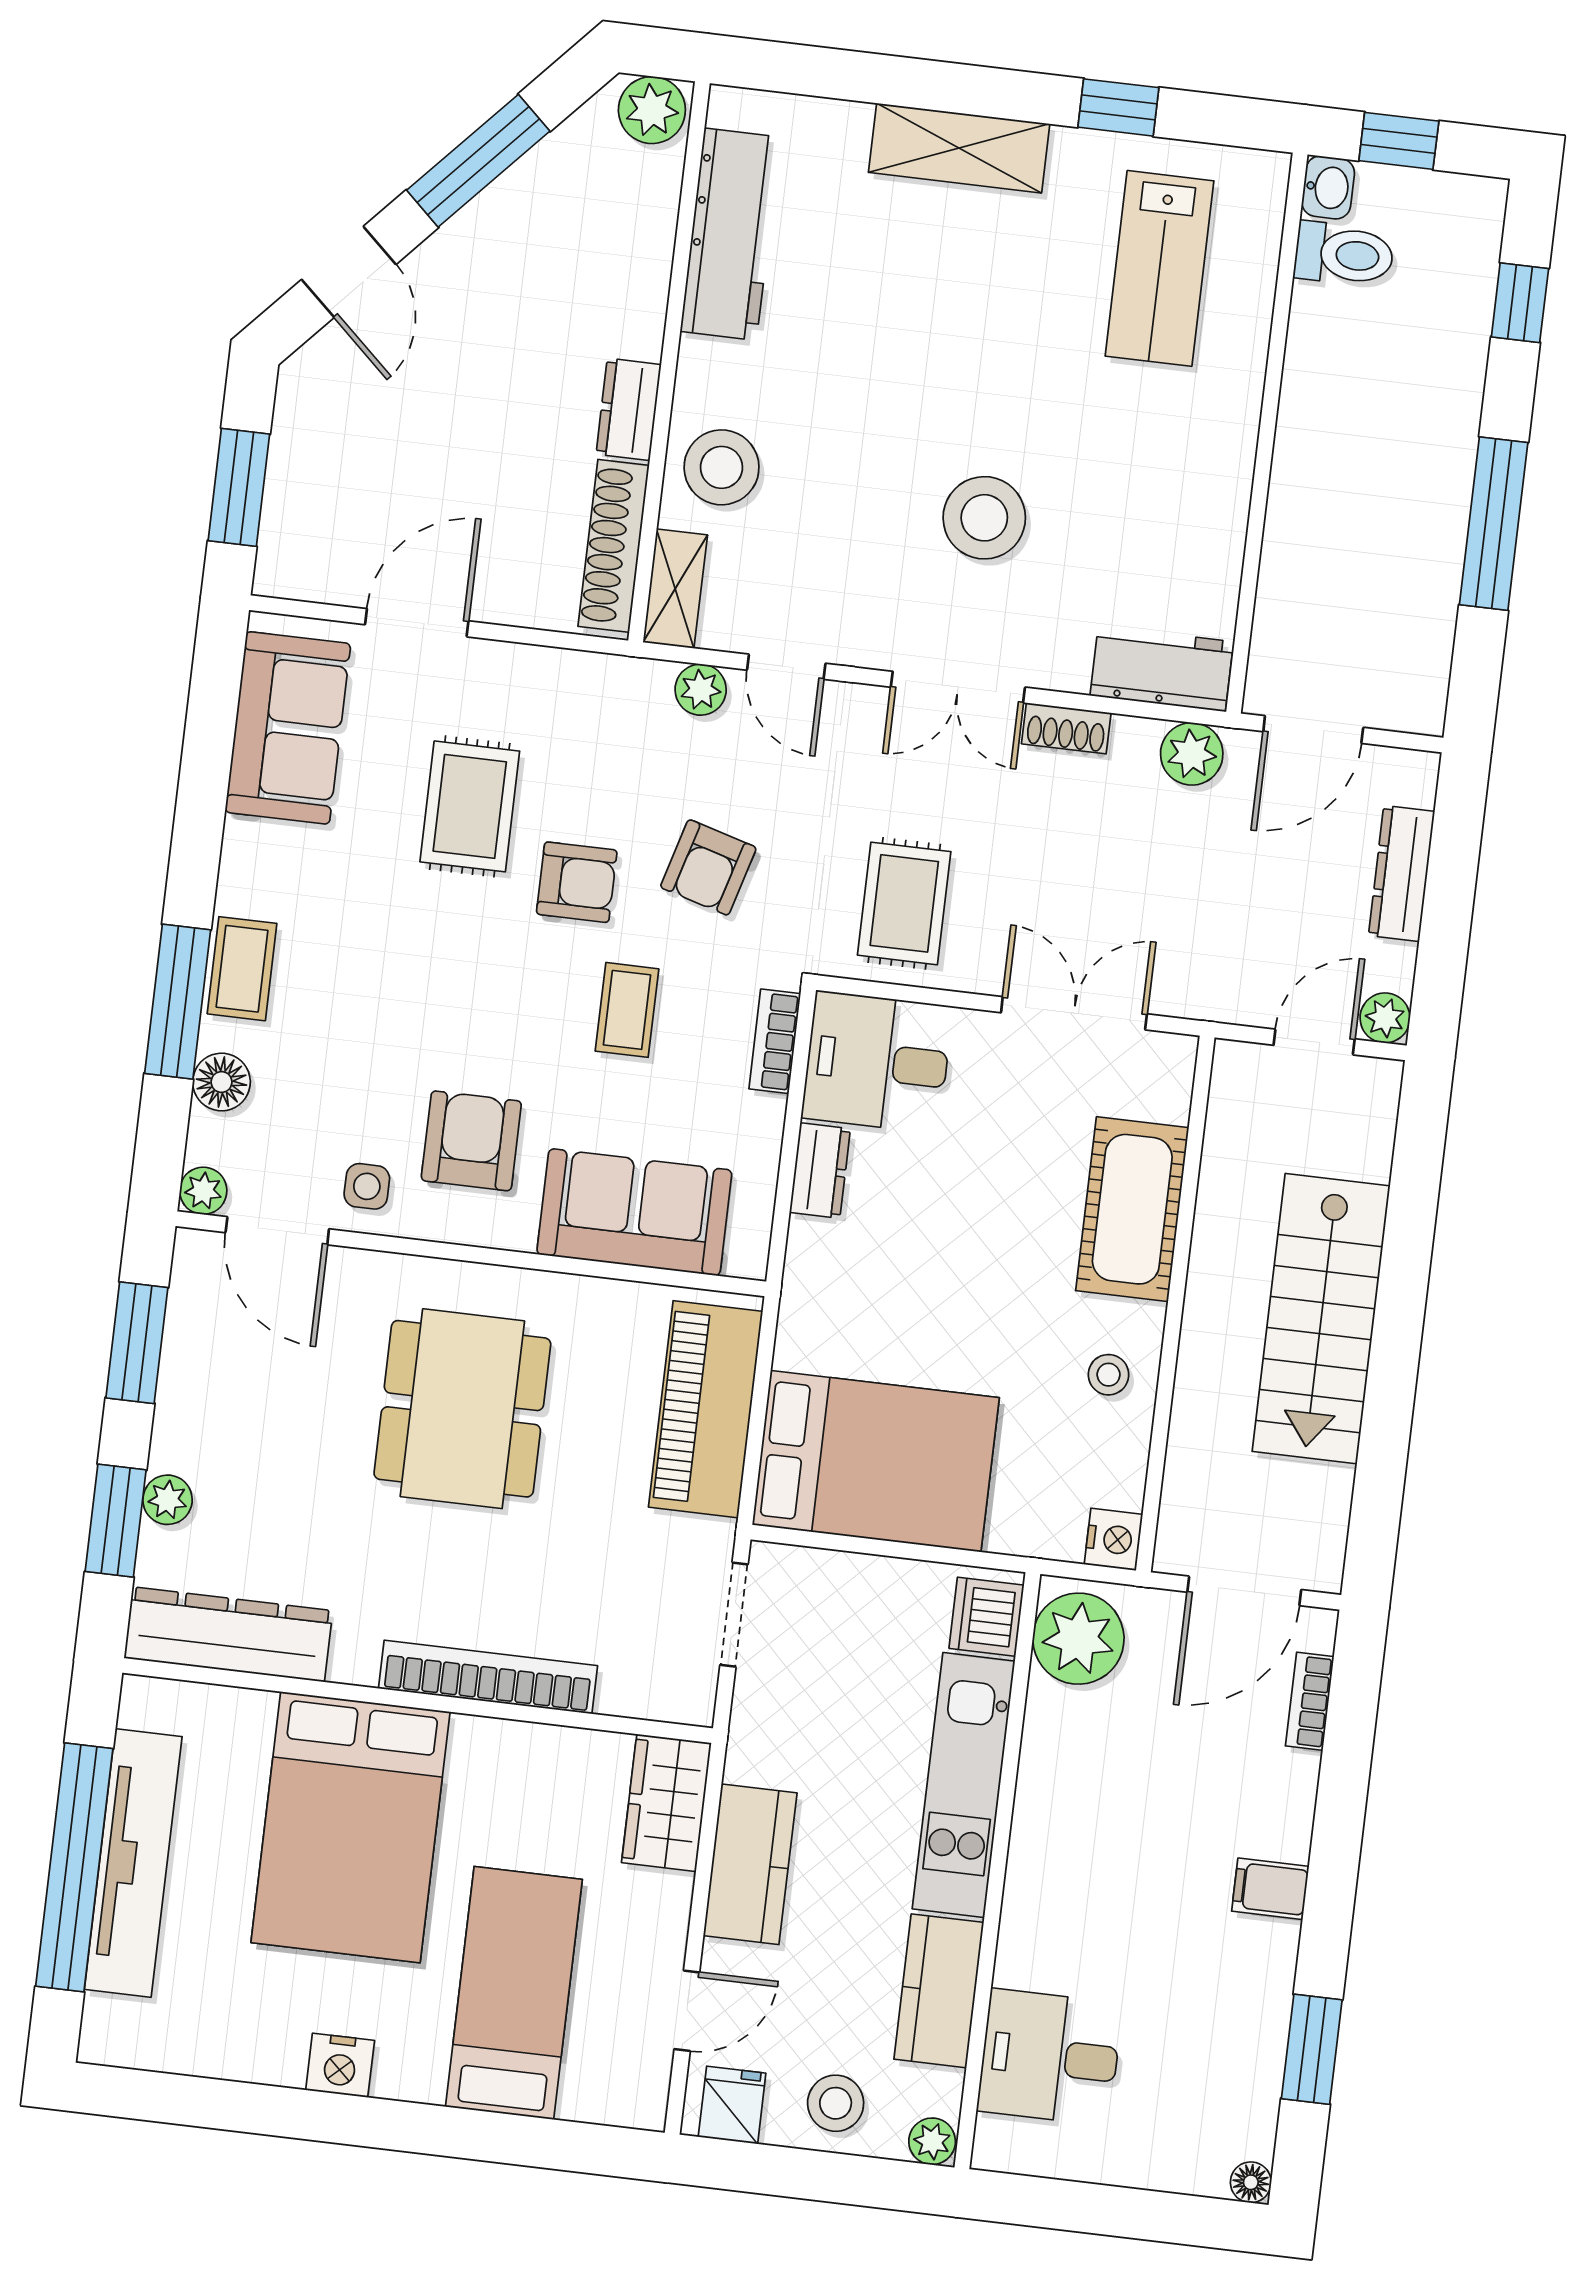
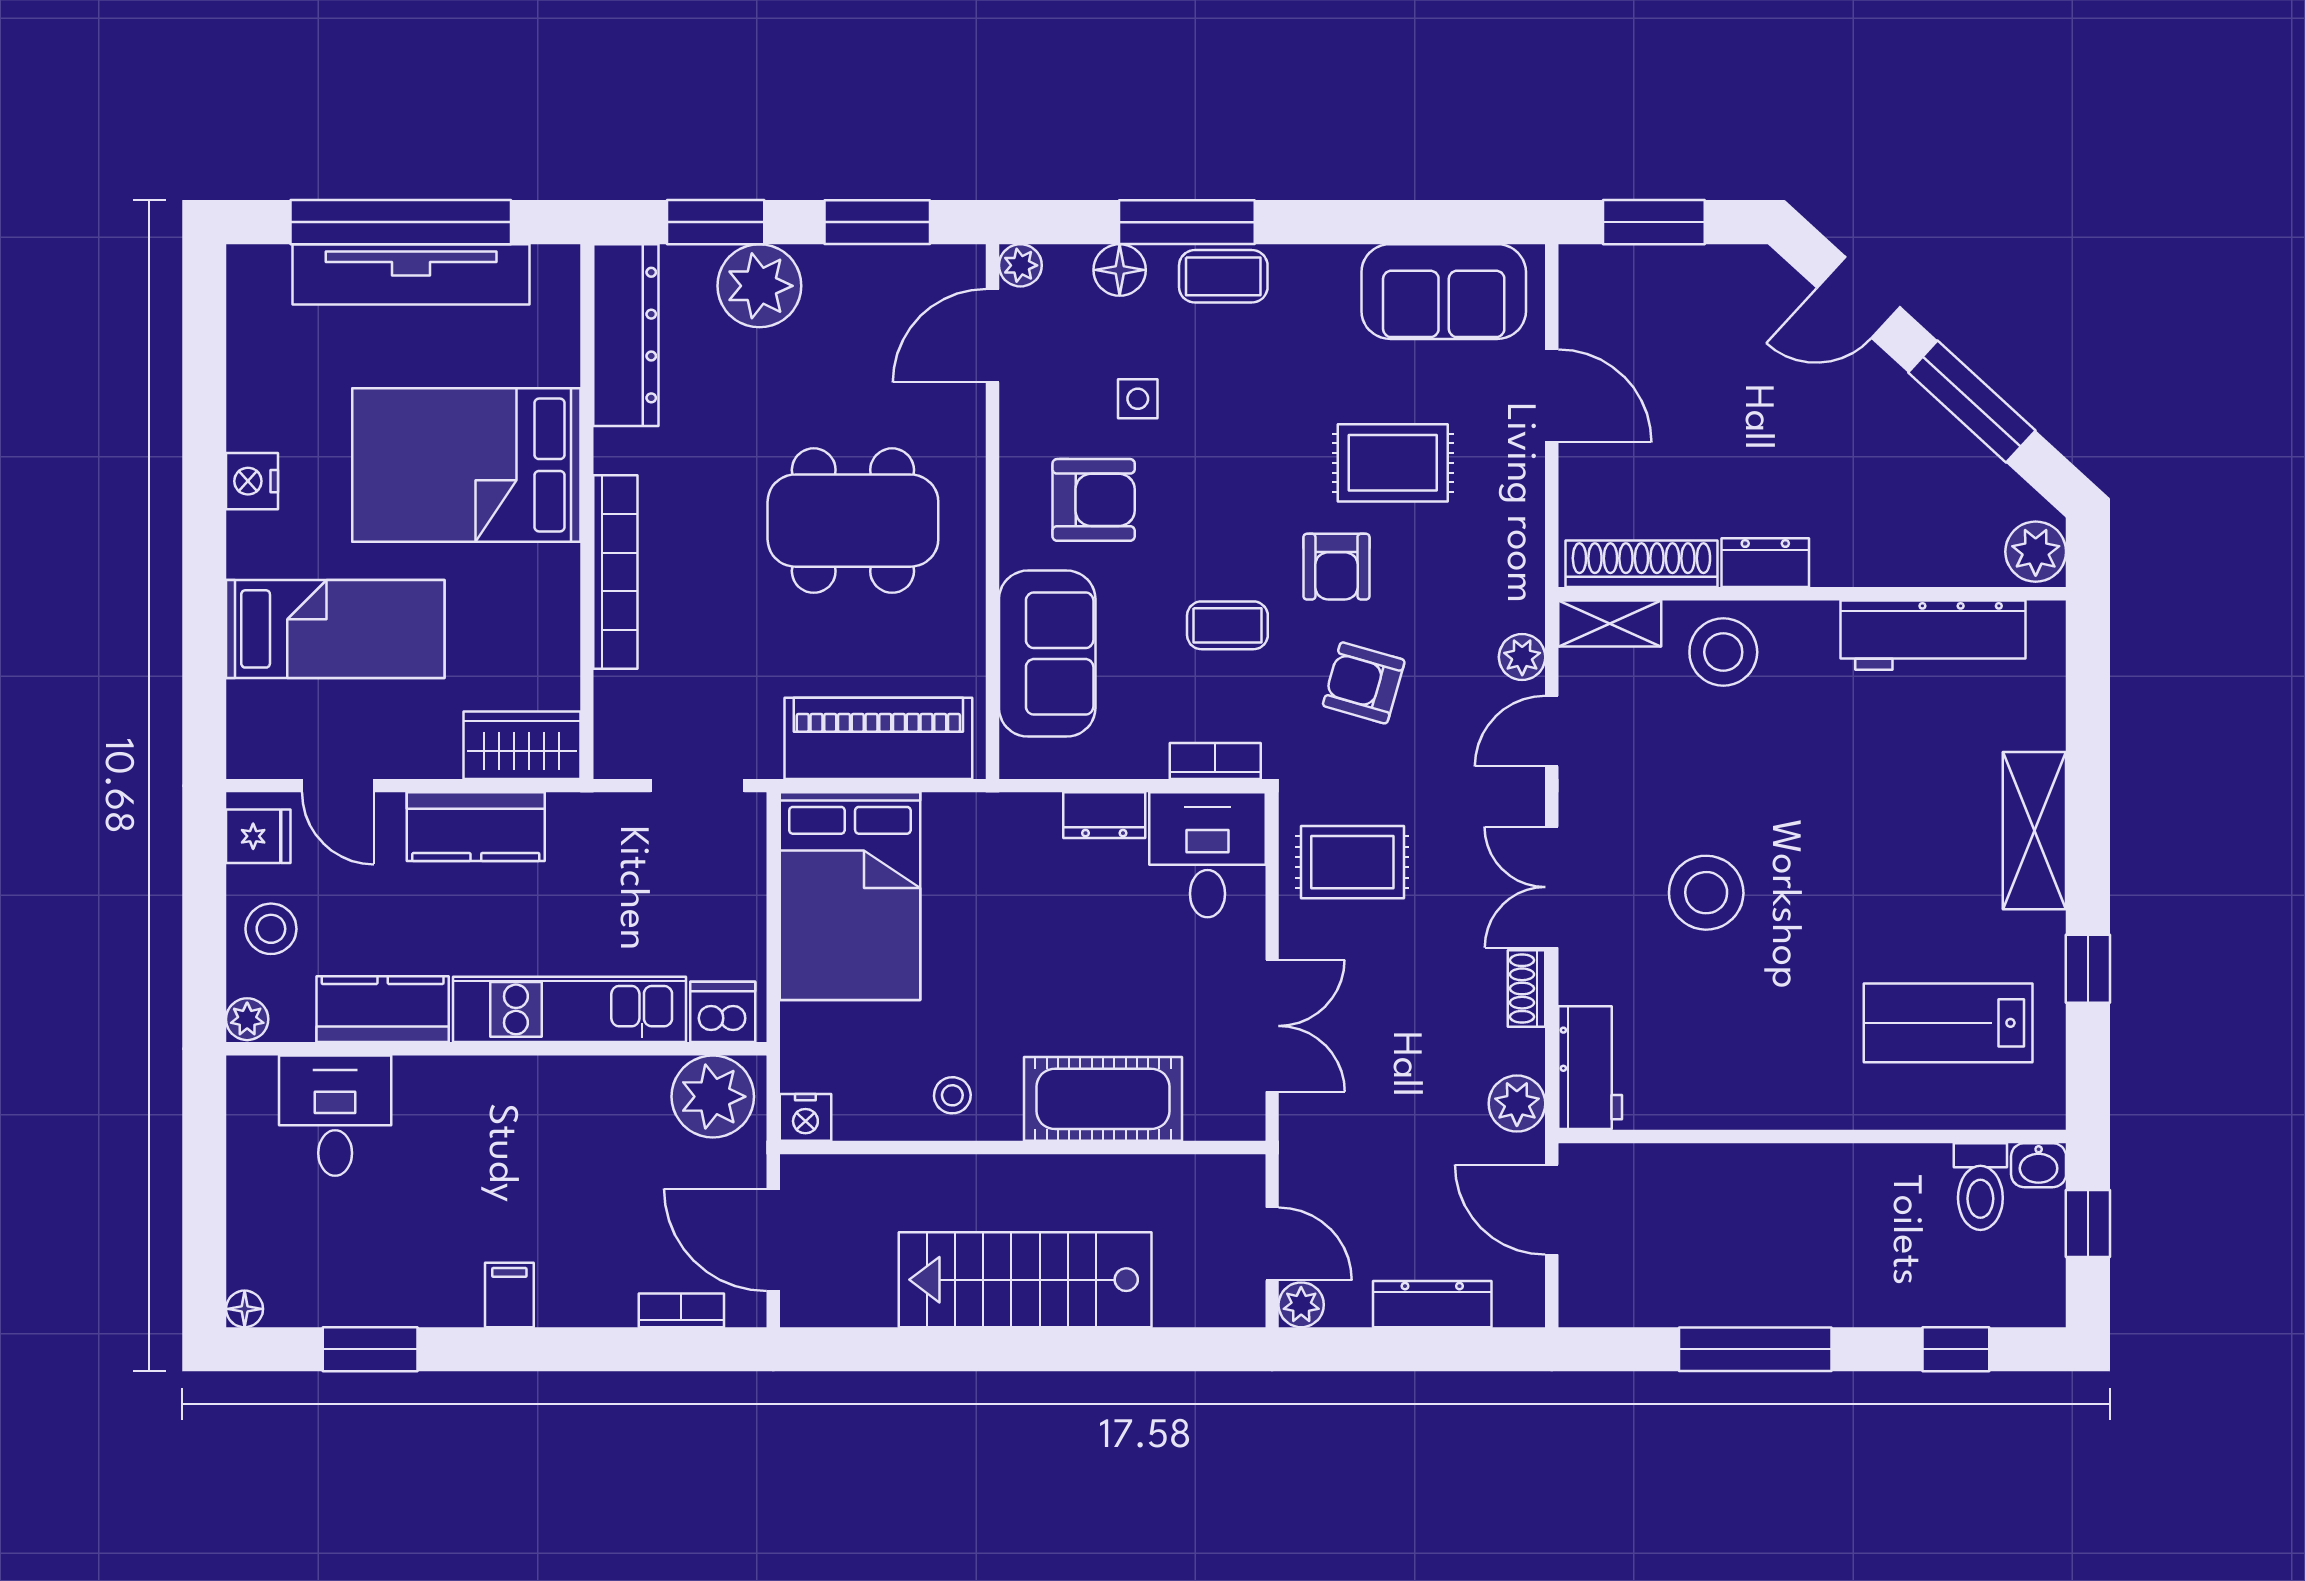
side table: (367, 1186) -> (1138, 399), moved
plant: (168, 1500) -> (759, 286), width x1.87, depth x1.87

